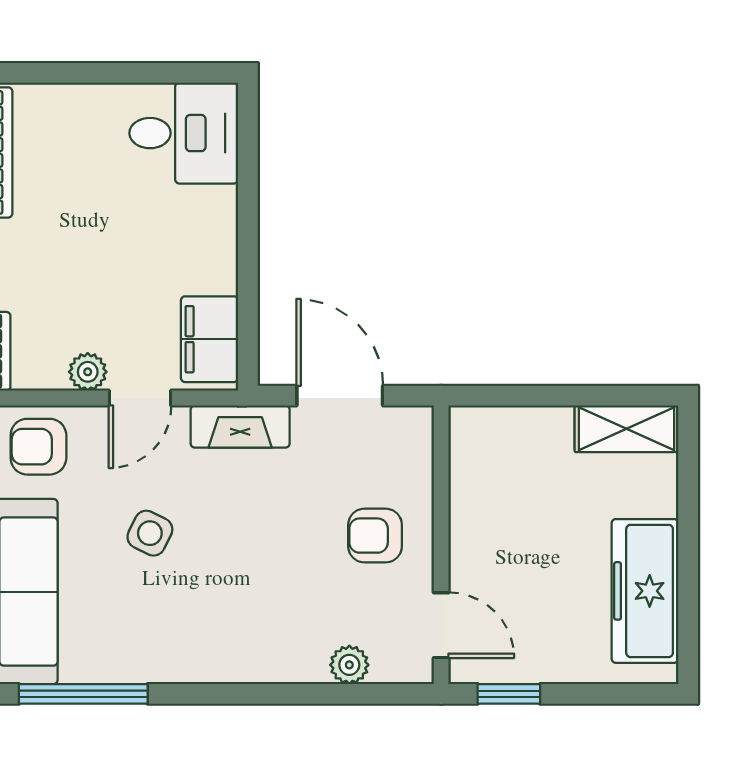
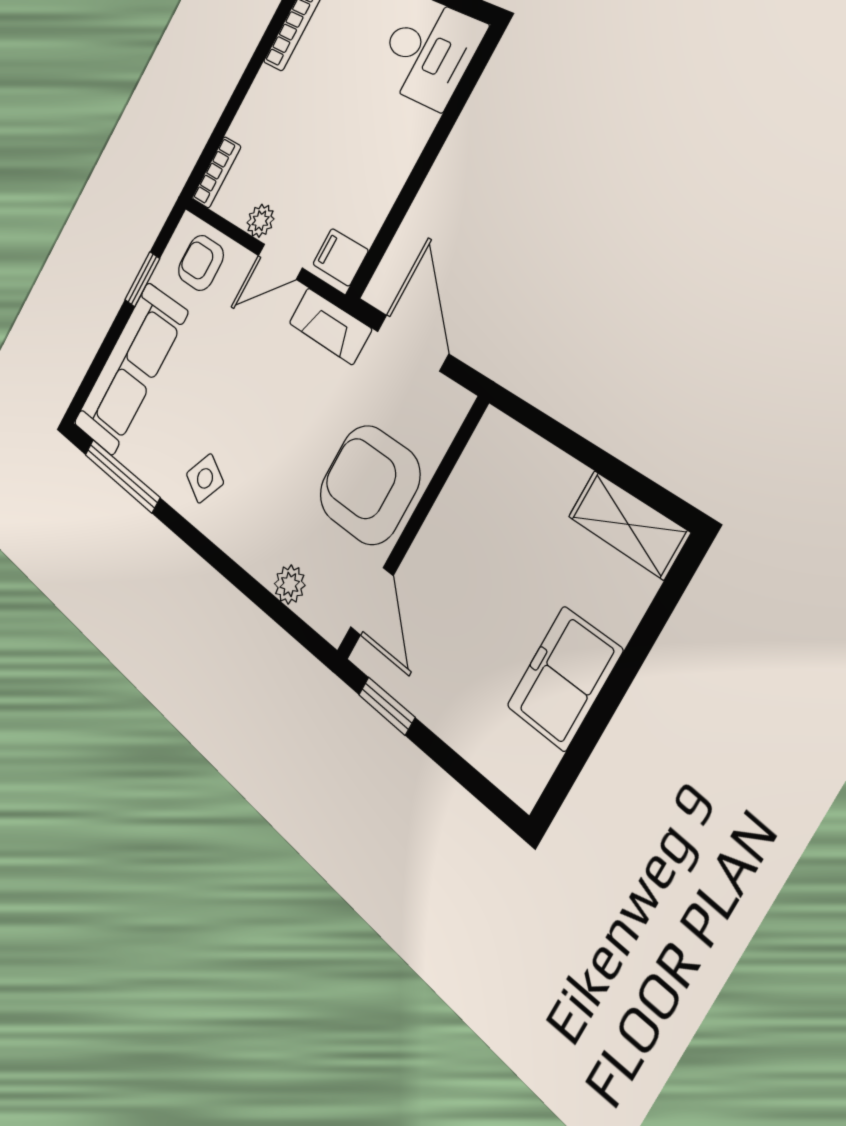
filing cabinet: (210, 339) -> (340, 257), width x0.50
side table: (150, 533) -> (205, 478), moved
armchair: (375, 536) -> (369, 485), width x1.88, depth x1.88
freezer: (645, 591) -> (564, 678), width x0.71

